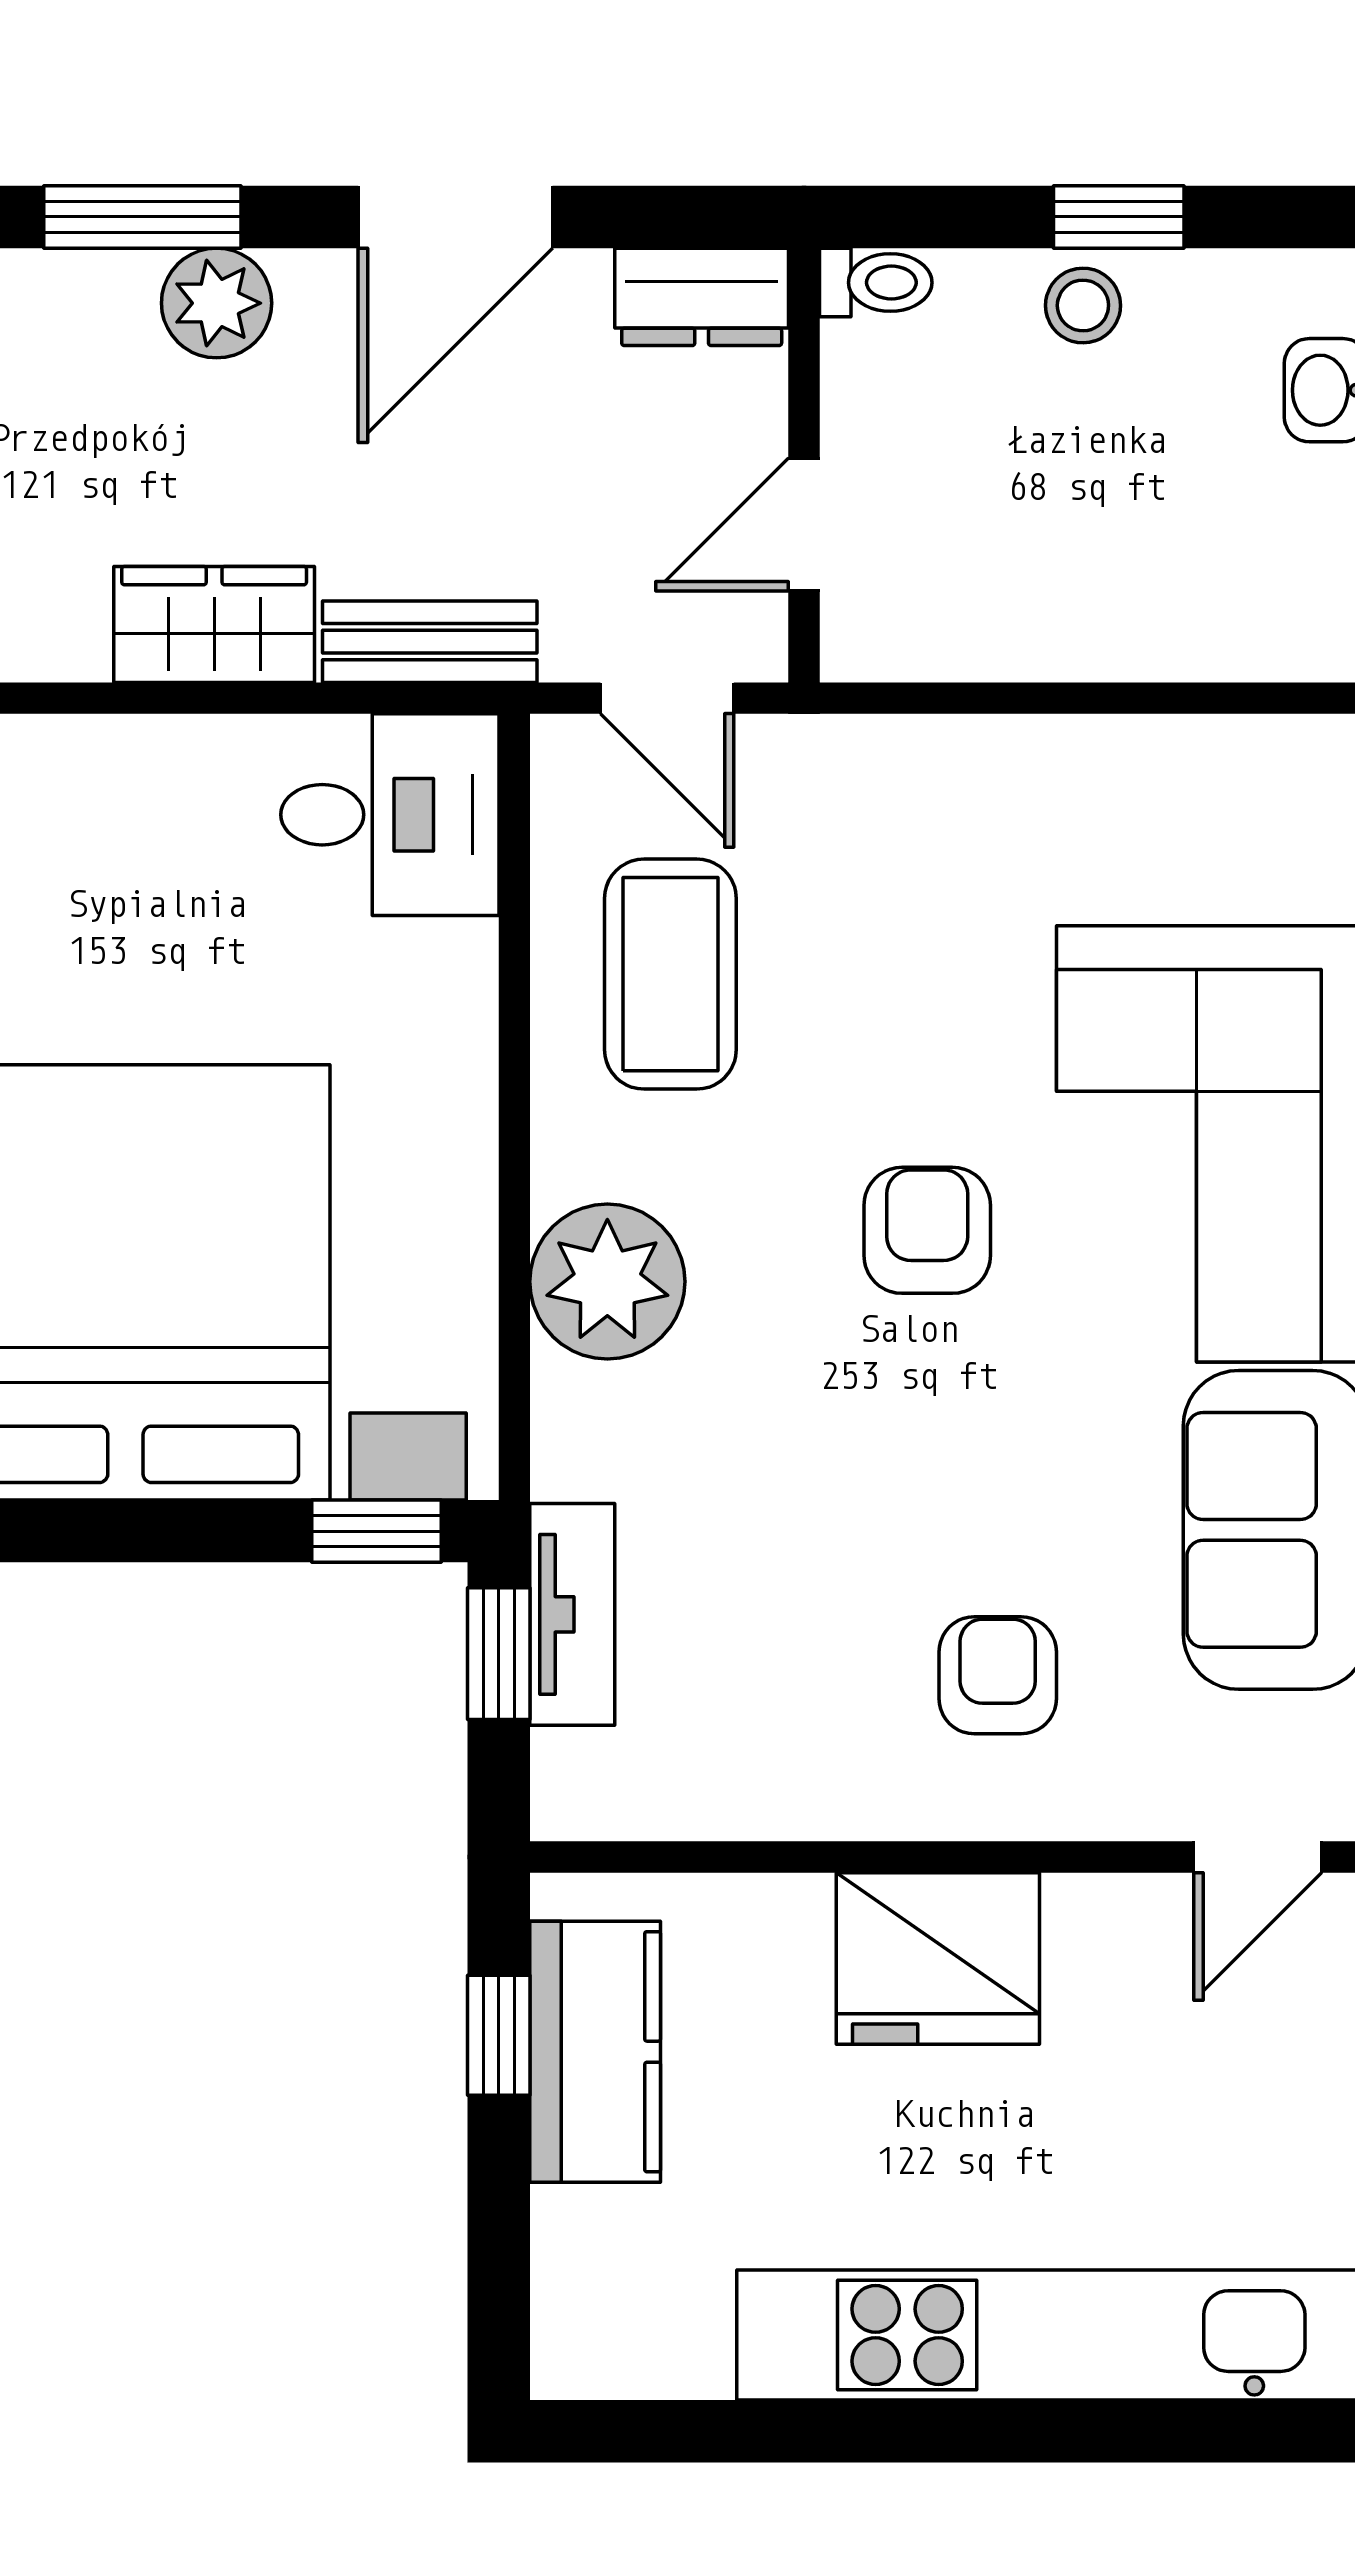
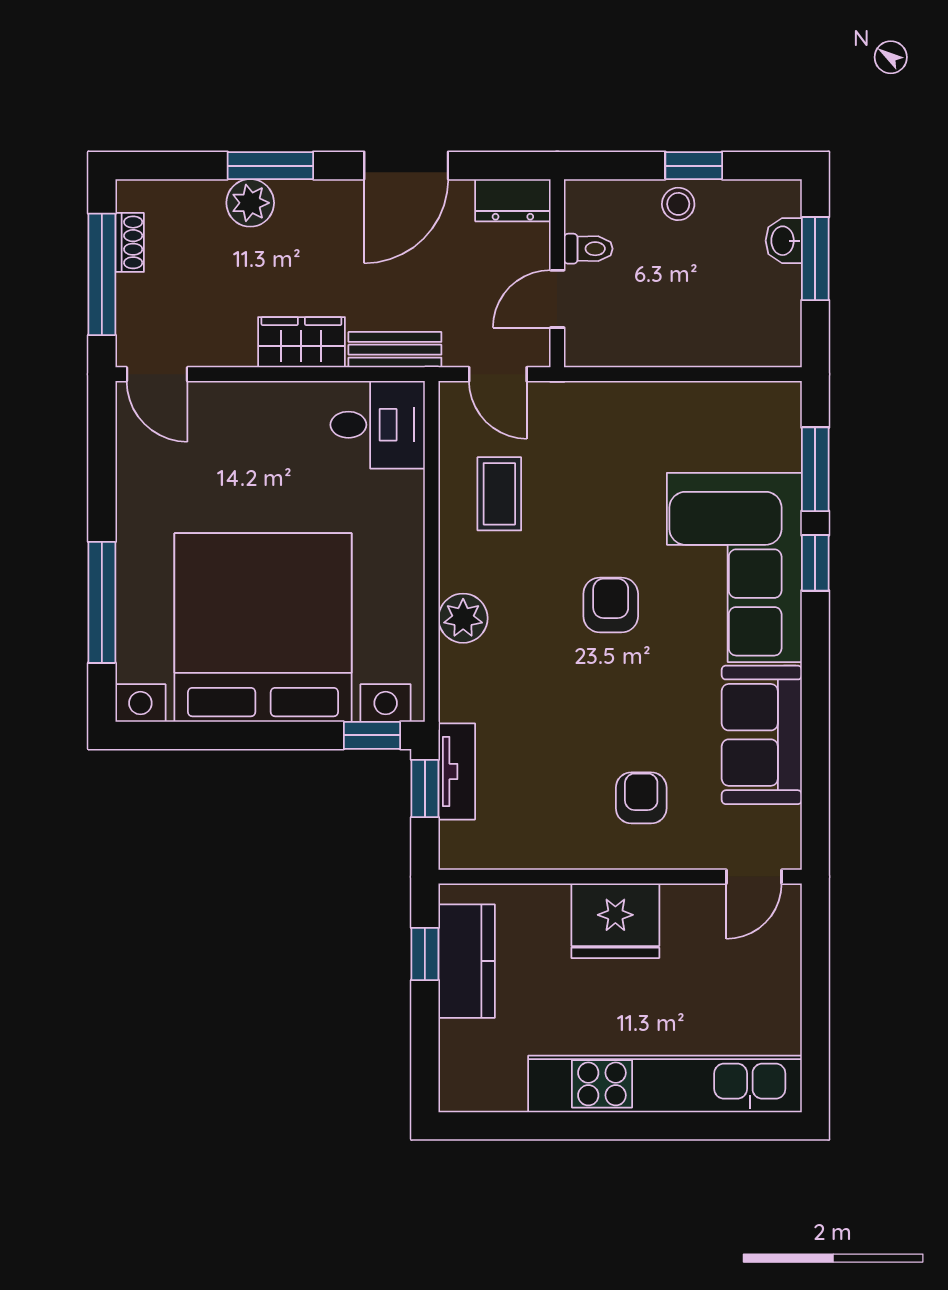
toilet: (876, 283) -> (588, 249), moved
plant: (217, 303) -> (250, 203), moved
coffee table: (670, 974) -> (499, 494), width x0.73, depth x0.77
plant: (607, 1282) -> (463, 618), width x0.73, depth x0.73

